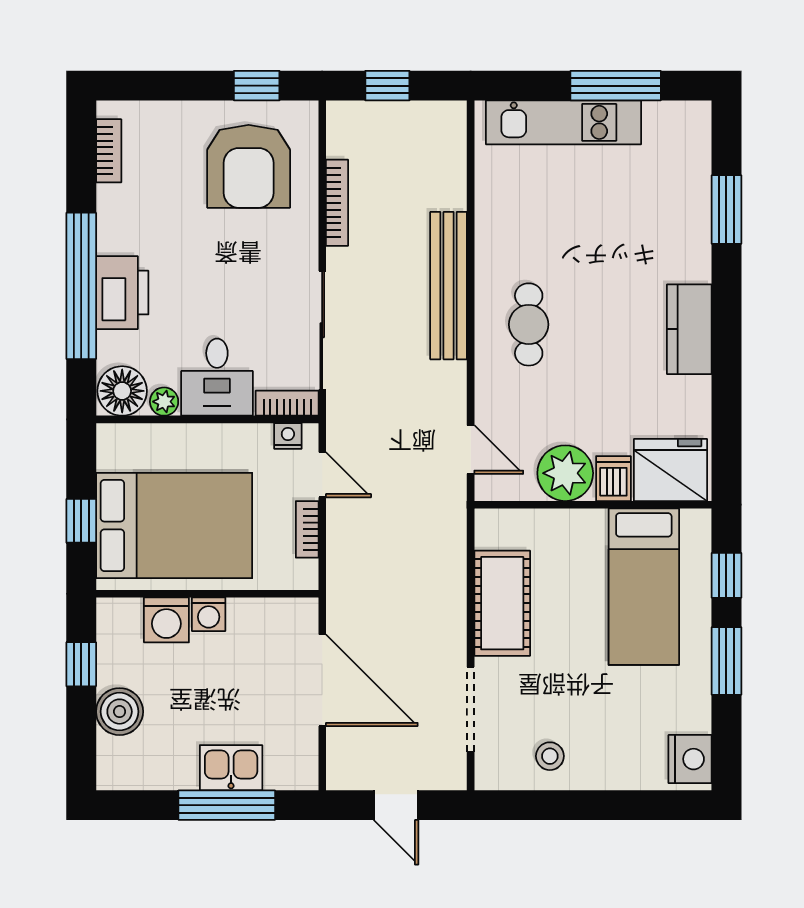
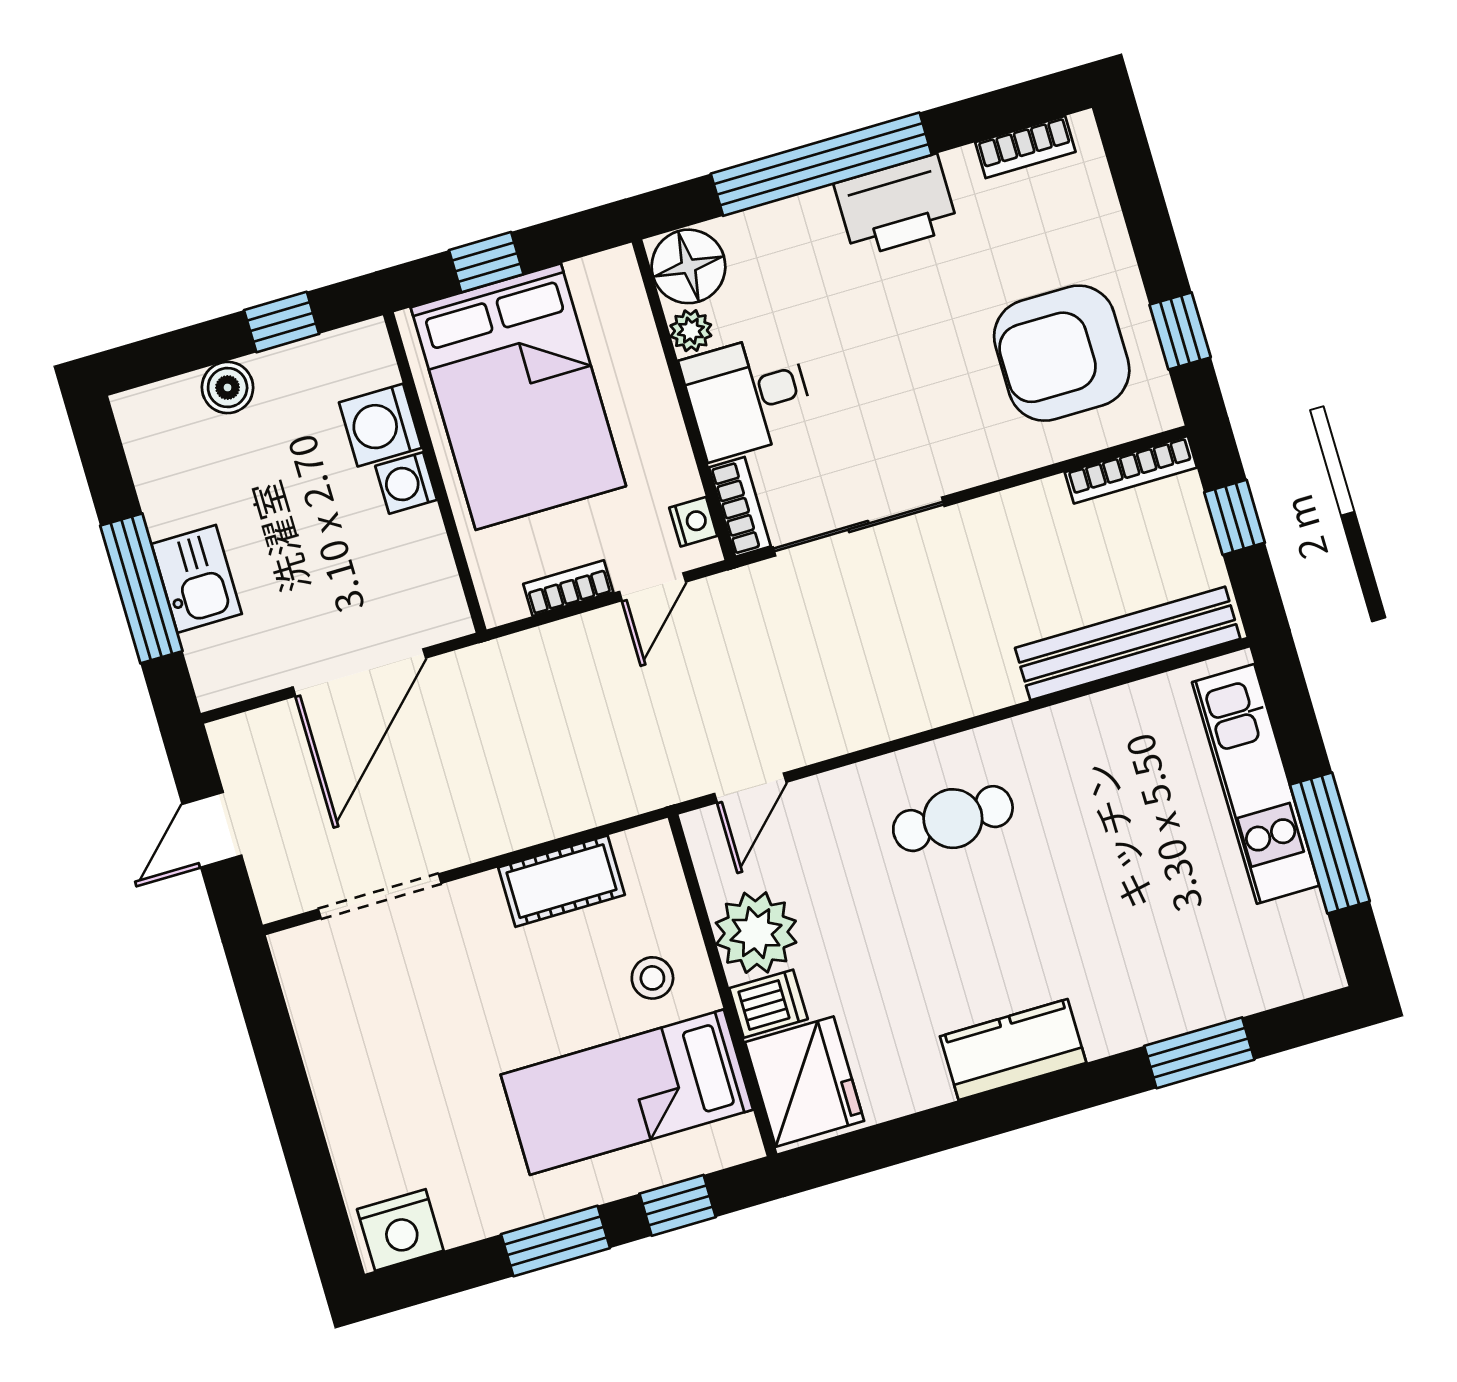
bookcase: (337, 203) -> (1131, 470), moved
bench: (449, 286) -> (1128, 643), moved
printer: (122, 293) -> (896, 206), moved
cot: (502, 603) -> (562, 881), width x0.73, depth x0.75
boiler: (120, 712) -> (228, 387), width x0.73, depth x0.73
stool: (550, 756) -> (652, 978), moved

